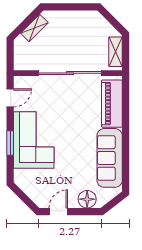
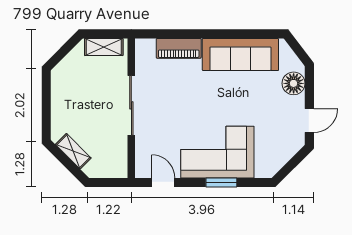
sliding door: (70, 73) -> (131, 105), width x0.73
piano: (112, 104) -> (179, 48), width x0.73, depth x0.75
door: (58, 212) -> (309, 121), swing flipped

